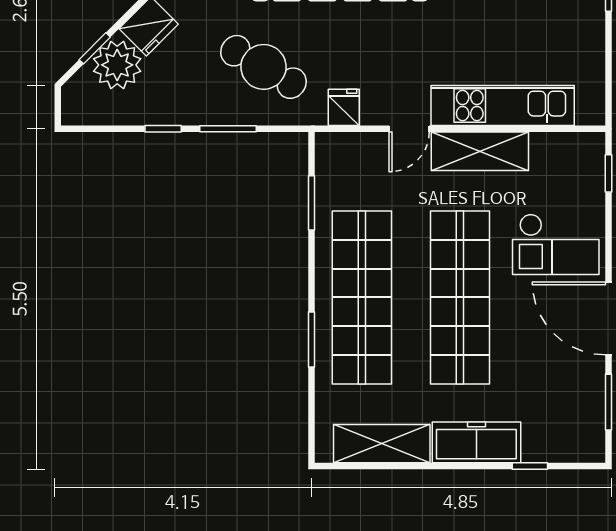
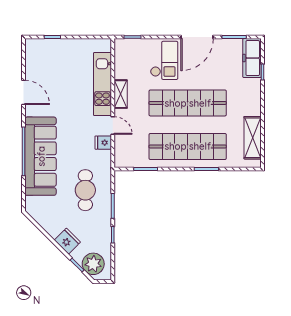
plant: (117, 65) -> (93, 264), moved
cafe table: (263, 67) -> (85, 190), turned -30
fridge: (344, 107) -> (103, 143), moved
shelving: (480, 151) -> (121, 94), width x0.67, depth x0.75
freezer: (476, 442) -> (252, 58), moved

